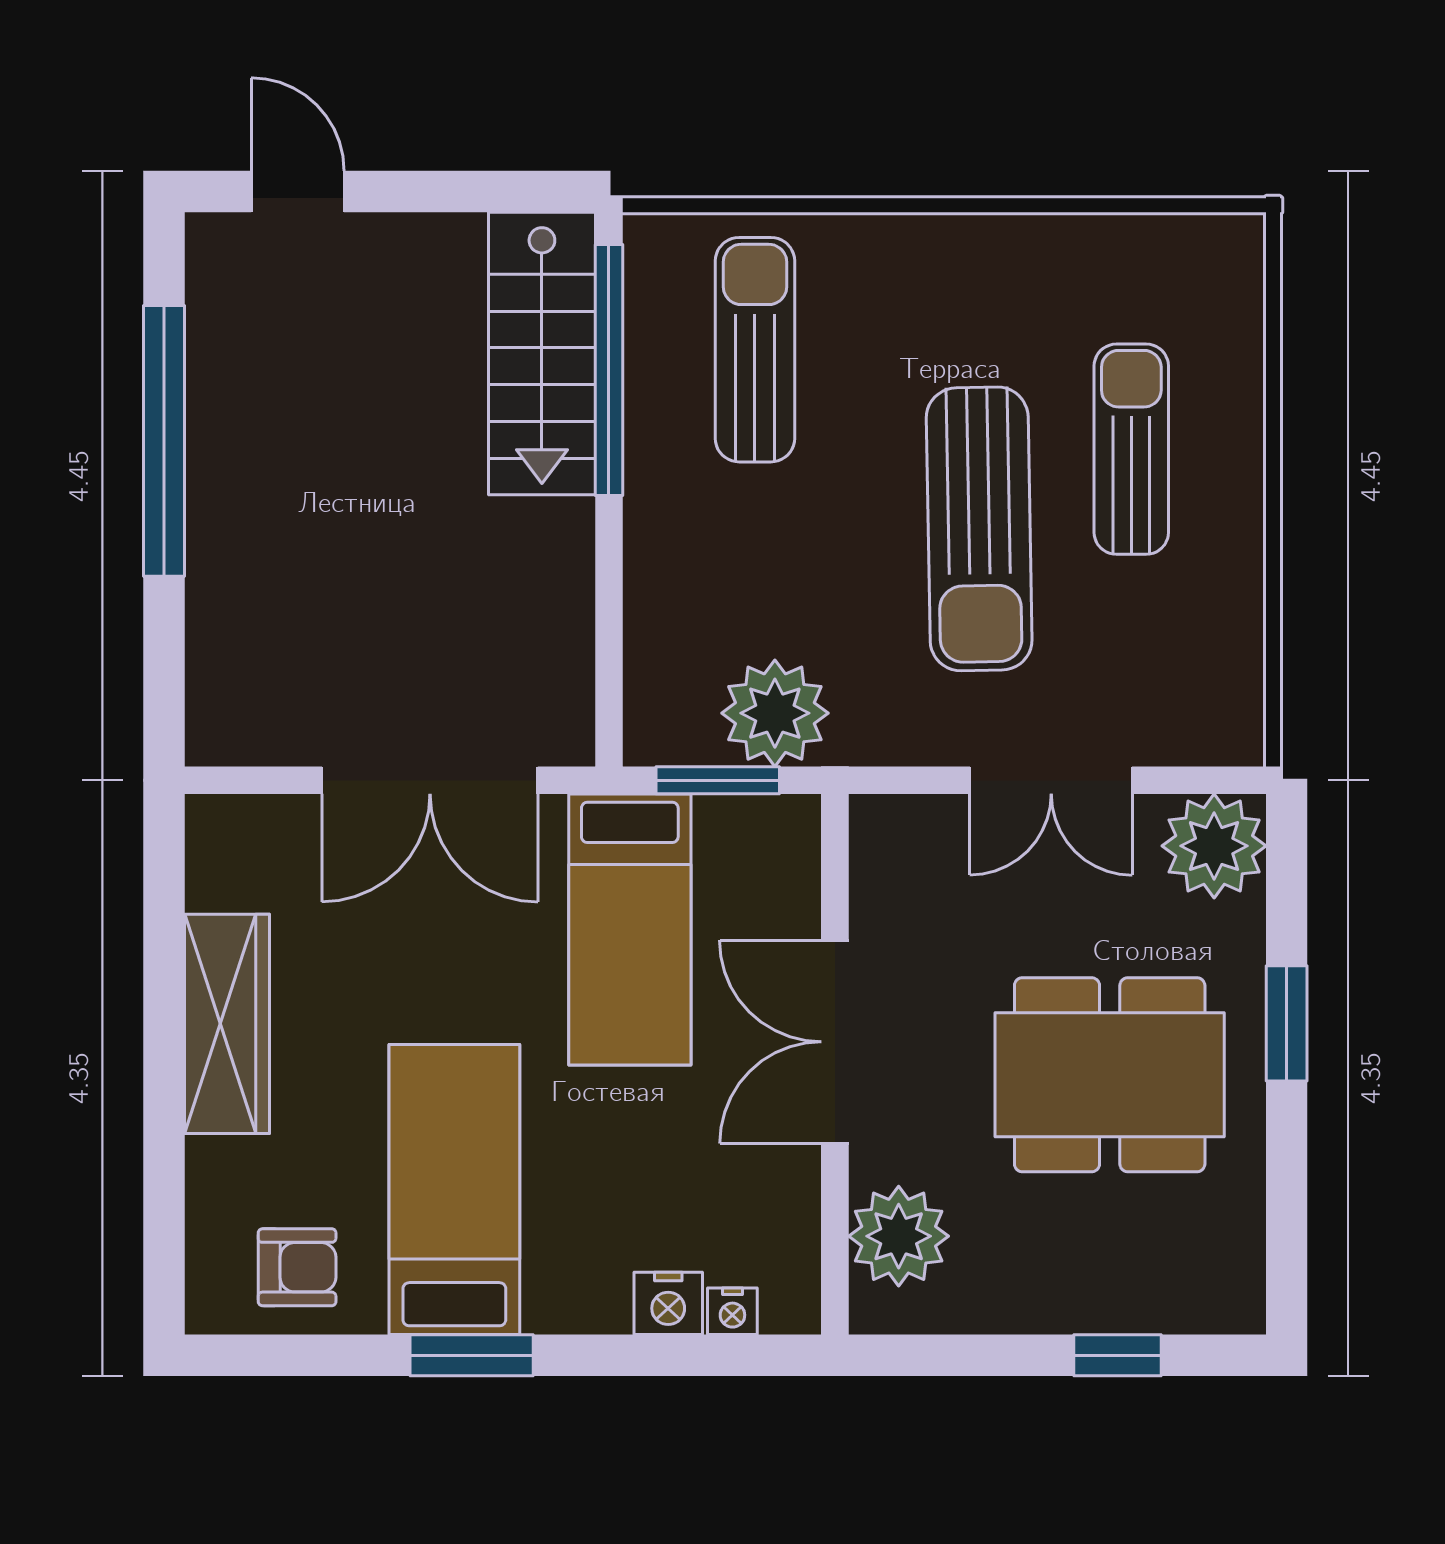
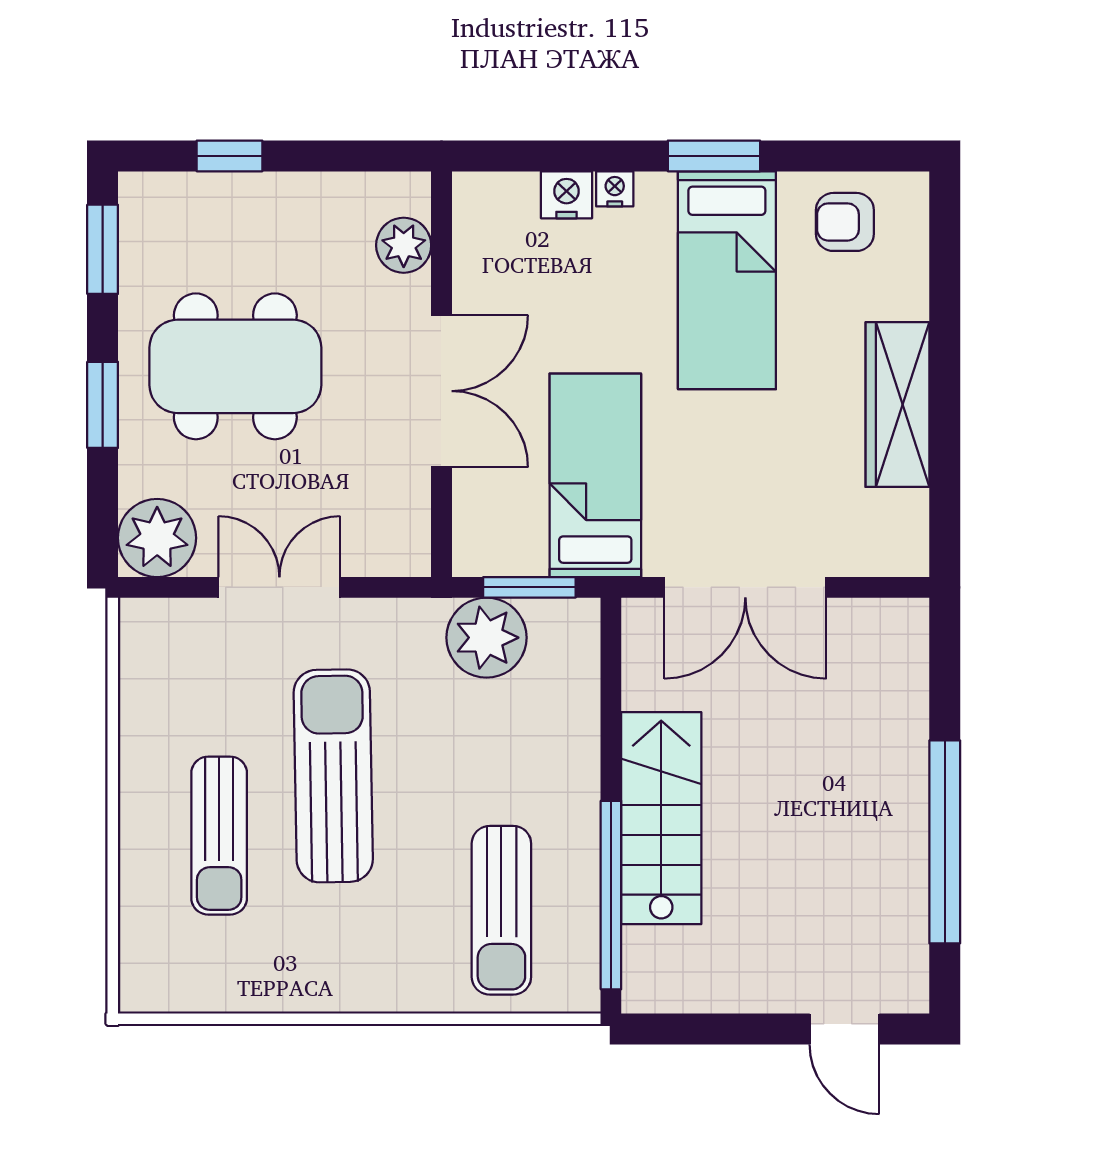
stairs: (542, 353) -> (661, 818), moved
double door: (430, 780) -> (745, 587), swing flipped
window: (1287, 1231) -> (103, 249), added
plant: (899, 1236) -> (404, 245), width x0.73, depth x0.73
nightstand: (732, 1311) -> (615, 189), moved

